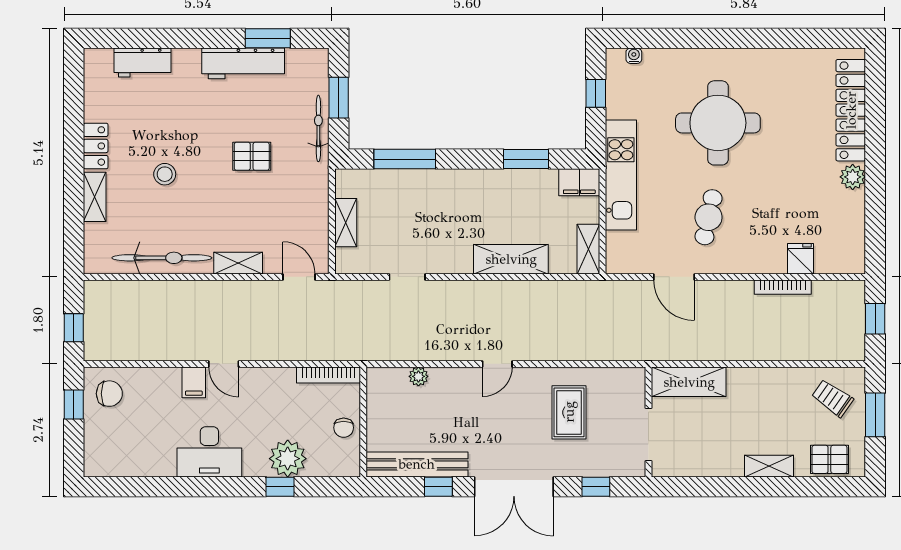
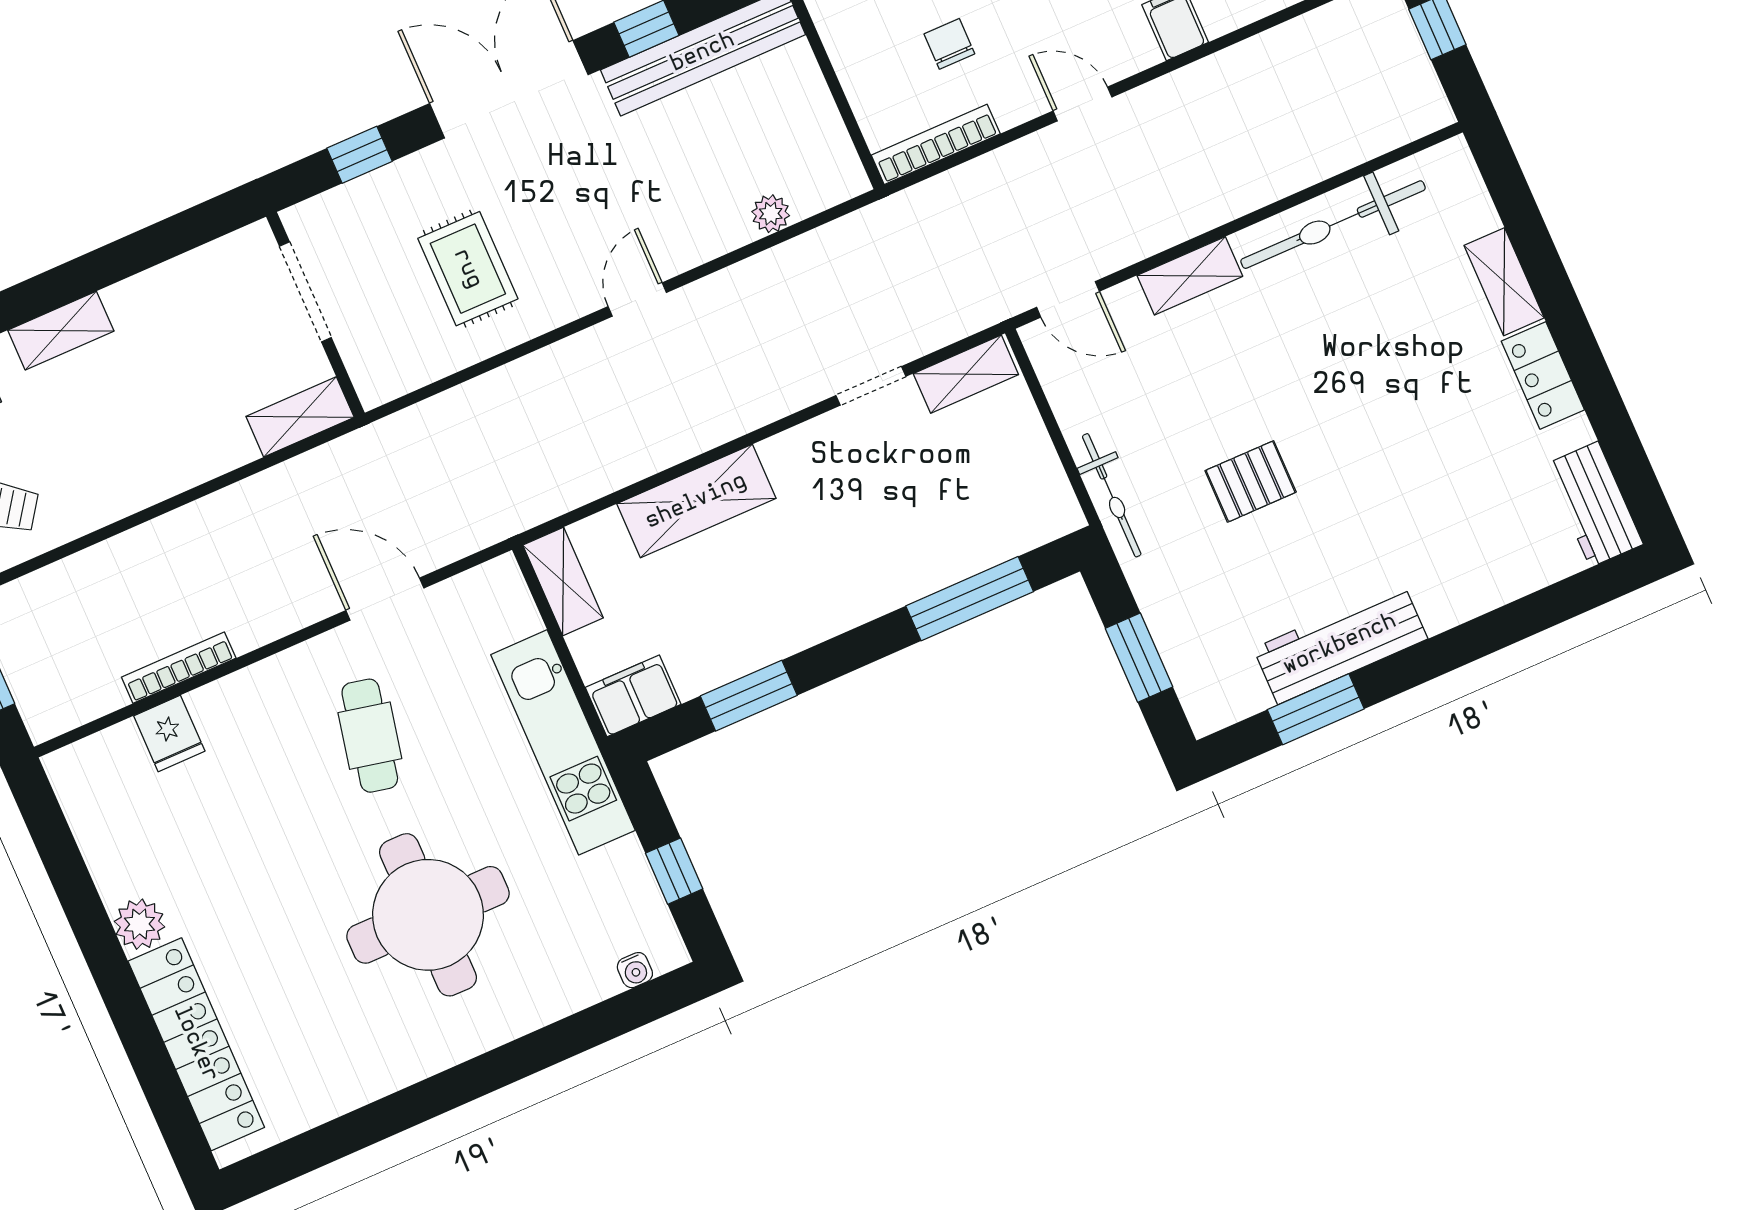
workbench: (142, 63) -> (1594, 504), moved, turned -90
bicycle: (318, 128) -> (1112, 495), moved
stool: (165, 174) -> (1395, 379), removed
shelving: (346, 223) -> (966, 374), moved, turned 90
door: (224, 364) -> (1082, 104), moved
shelving: (689, 382) -> (300, 417), width x0.67, depth x0.75
chair: (344, 428) -> (949, 44), moved

